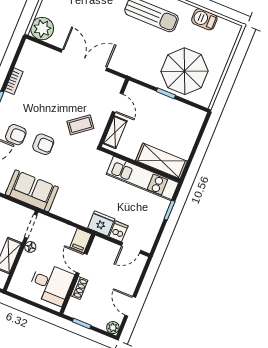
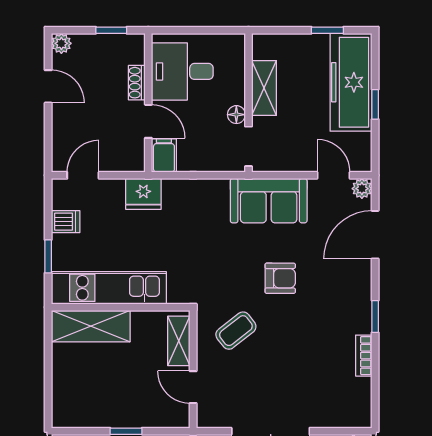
armchair: (16, 135) -> (328, 276), removed
armchair: (43, 144) -> (280, 278), turned 180
dishwasher: (118, 231) -> (66, 222), moved, turned -90

